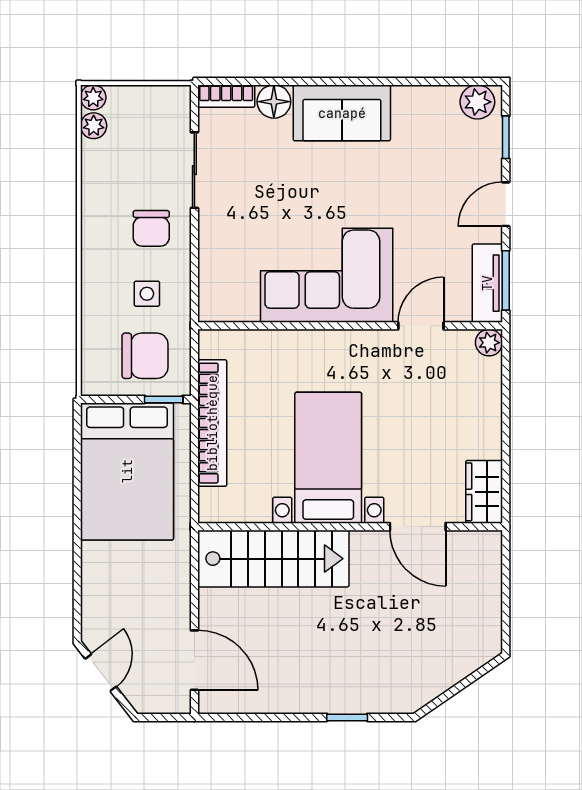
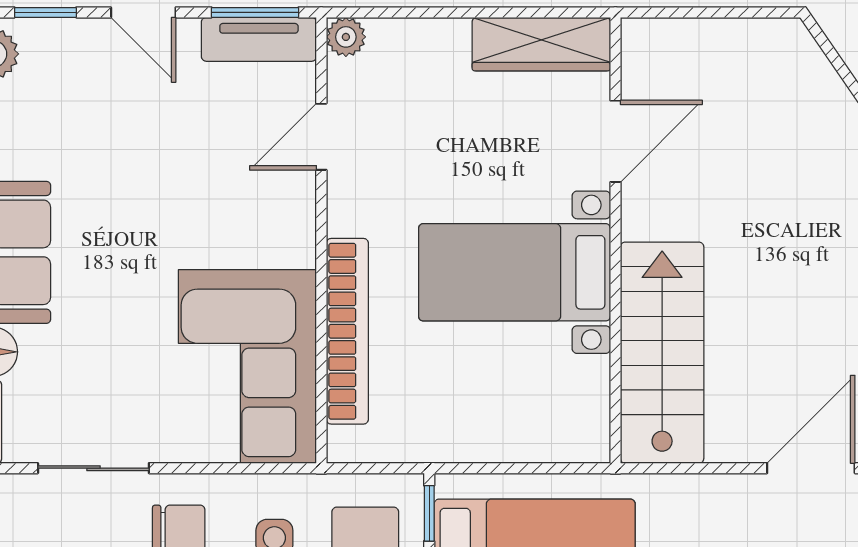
corner sofa: (327, 275) -> (247, 367), moved
door: (421, 326) -> (321, 137), hinge flipped
bookcase: (212, 423) -> (347, 331), moved, turned 90
wardrobe: (484, 492) -> (541, 44), width x1.50

